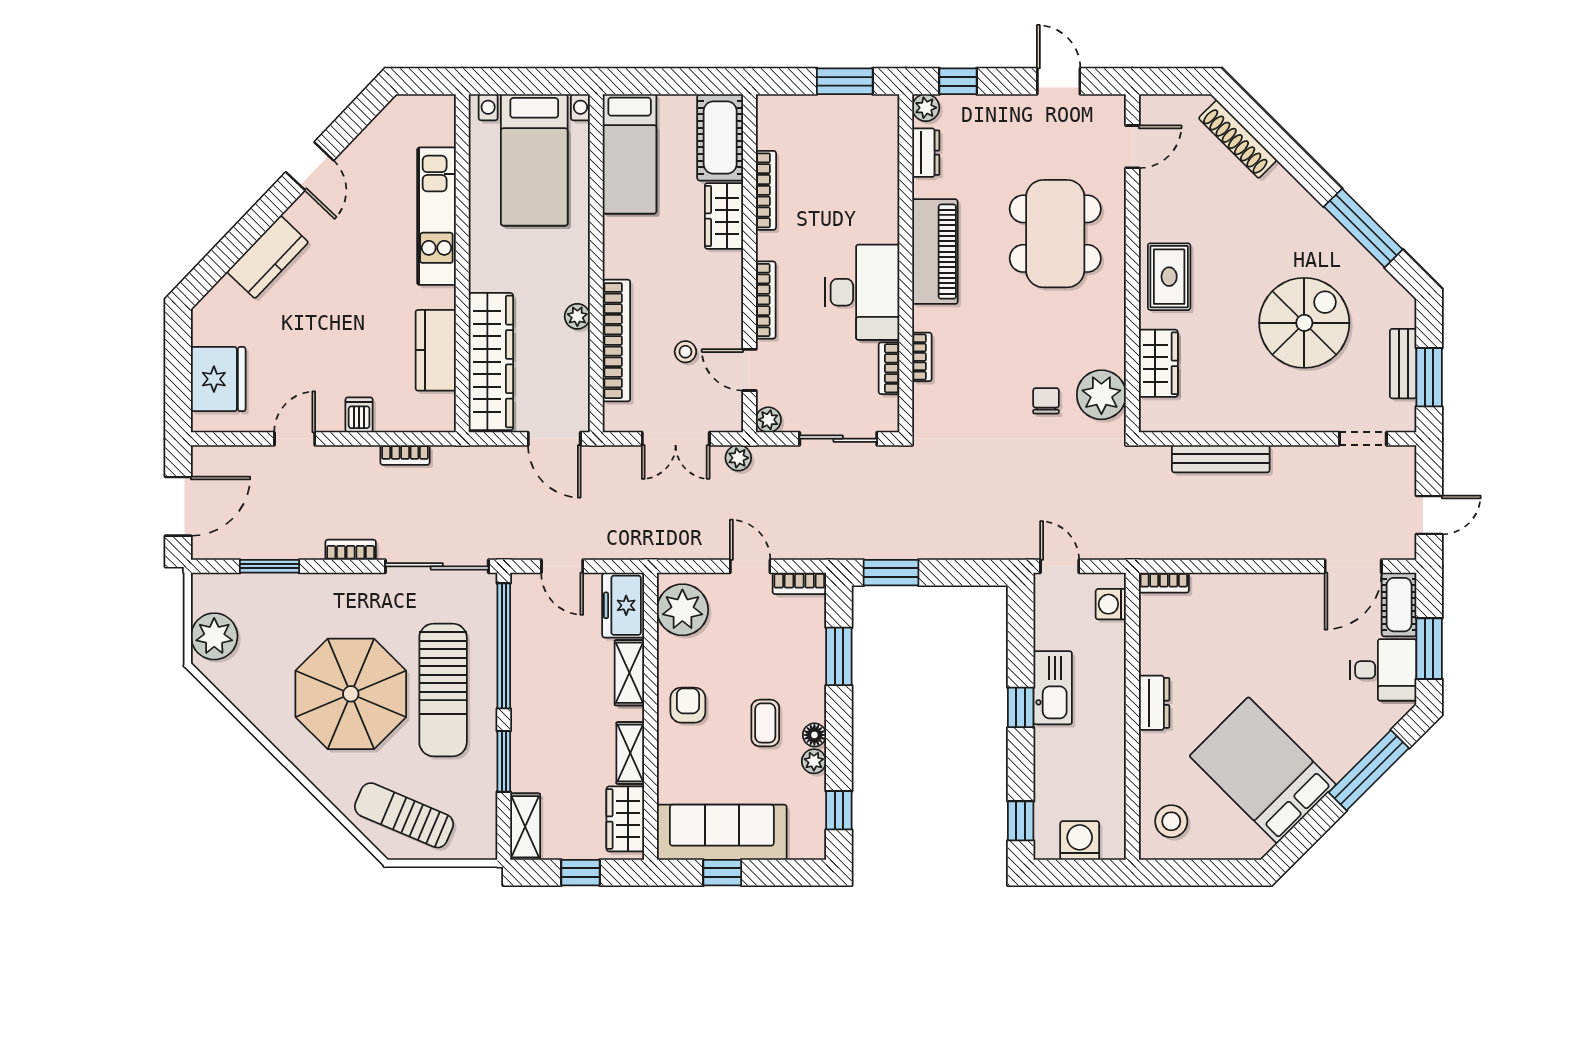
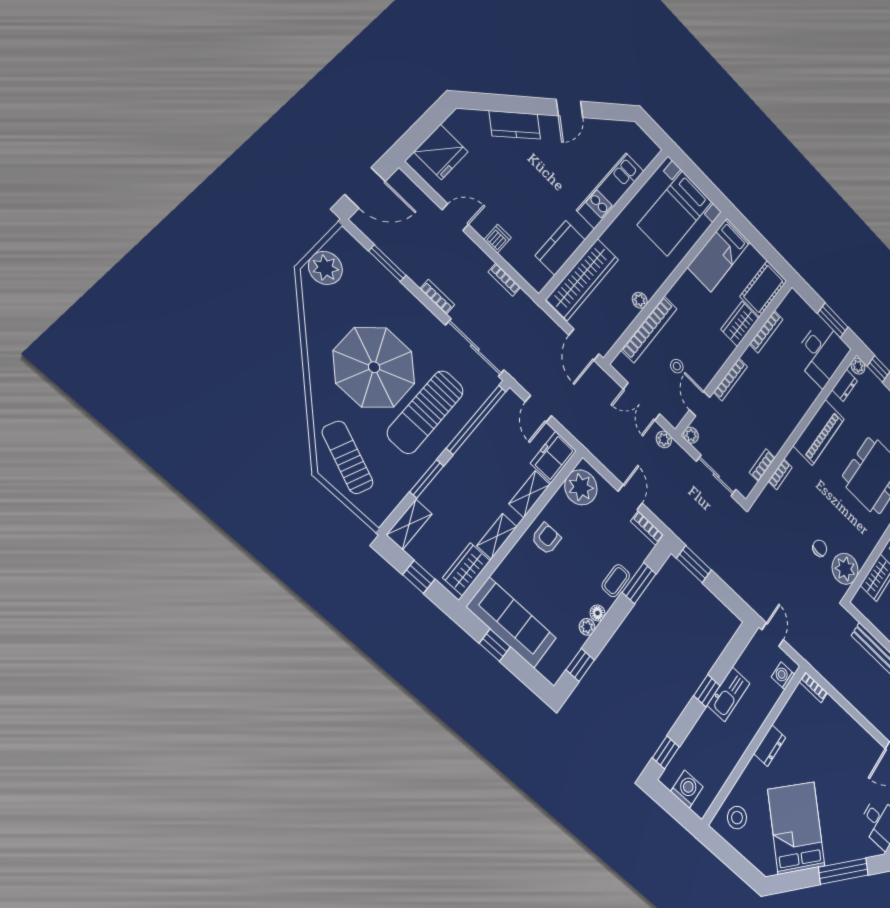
desk: (862, 292) -> (822, 353), moved
coffee table: (765, 723) -> (616, 581), moved

